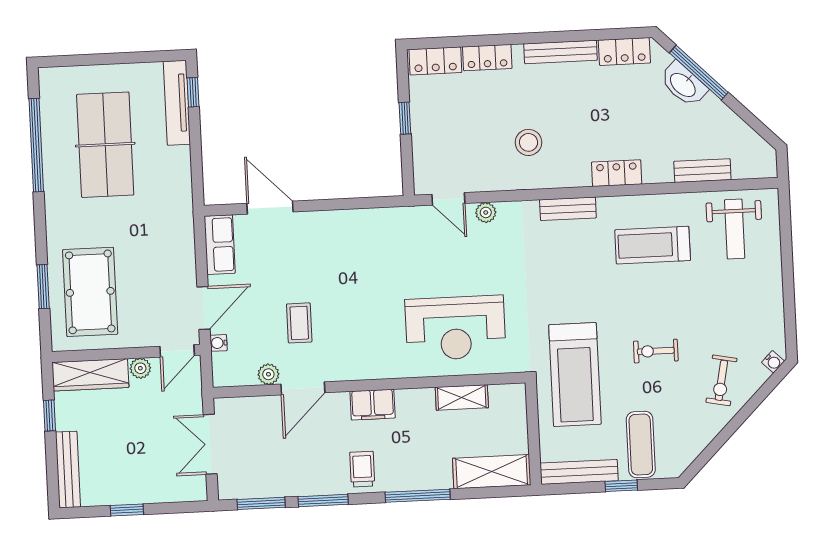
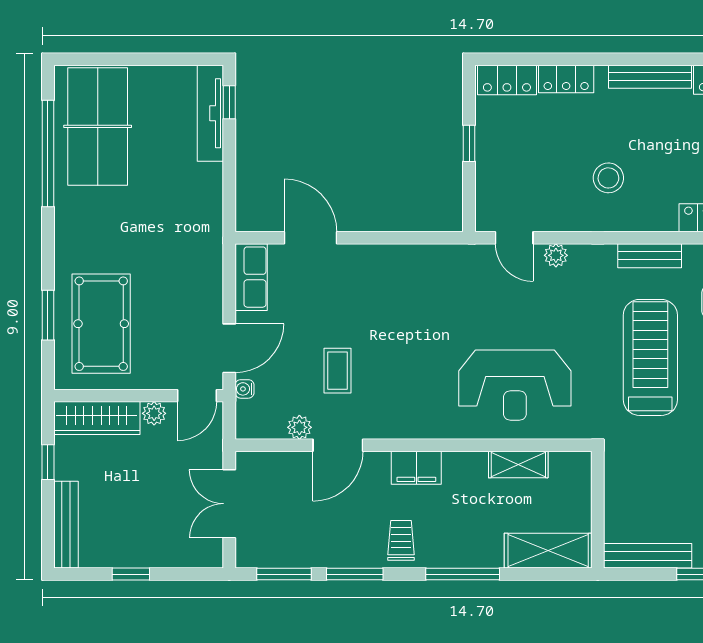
table tennis table: (105, 145) -> (98, 126), moved
treadmill: (575, 375) -> (650, 357), moved, turned 180

